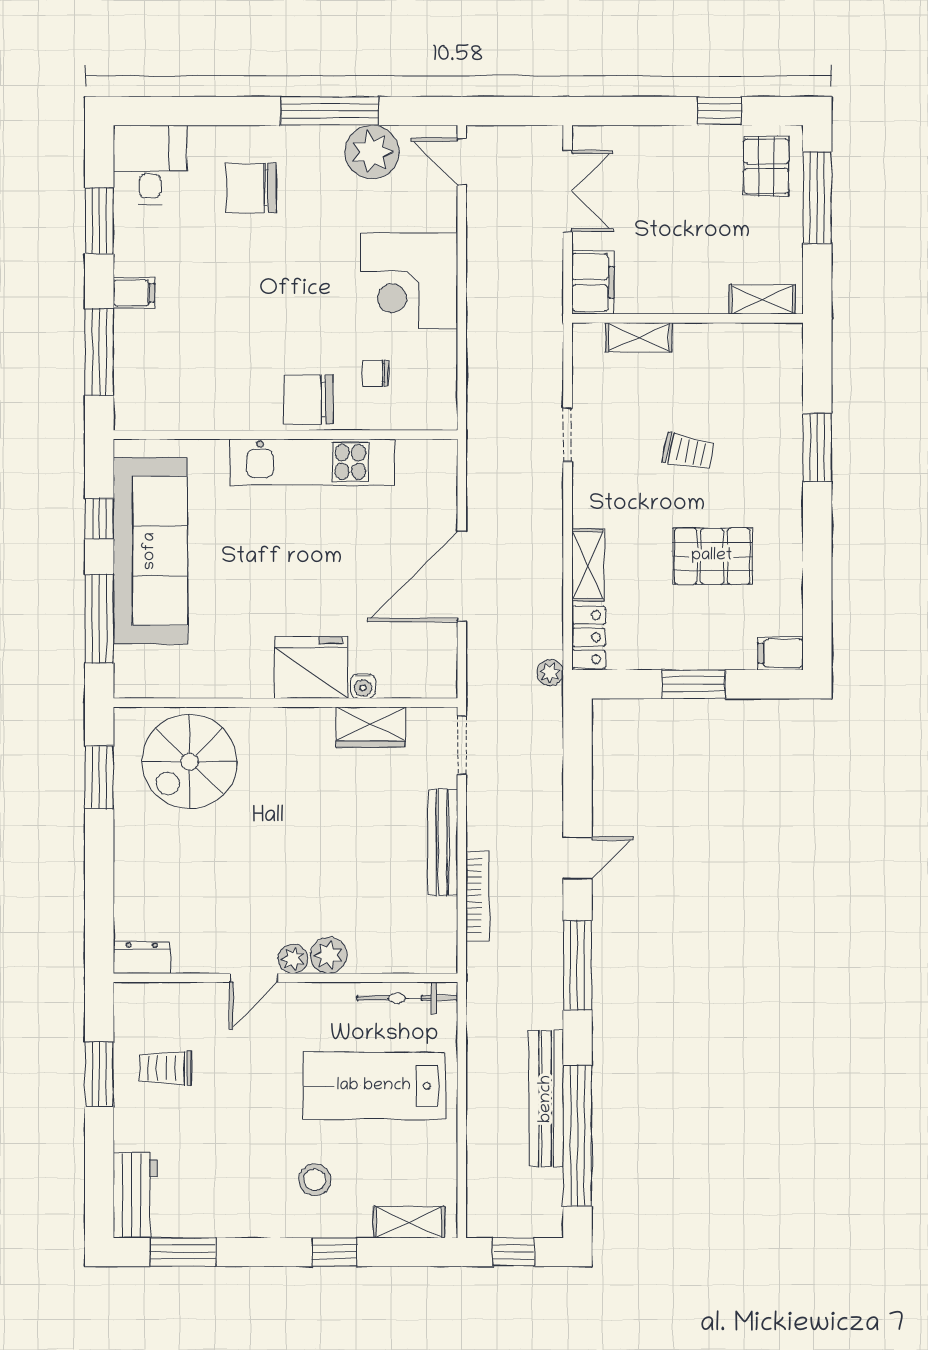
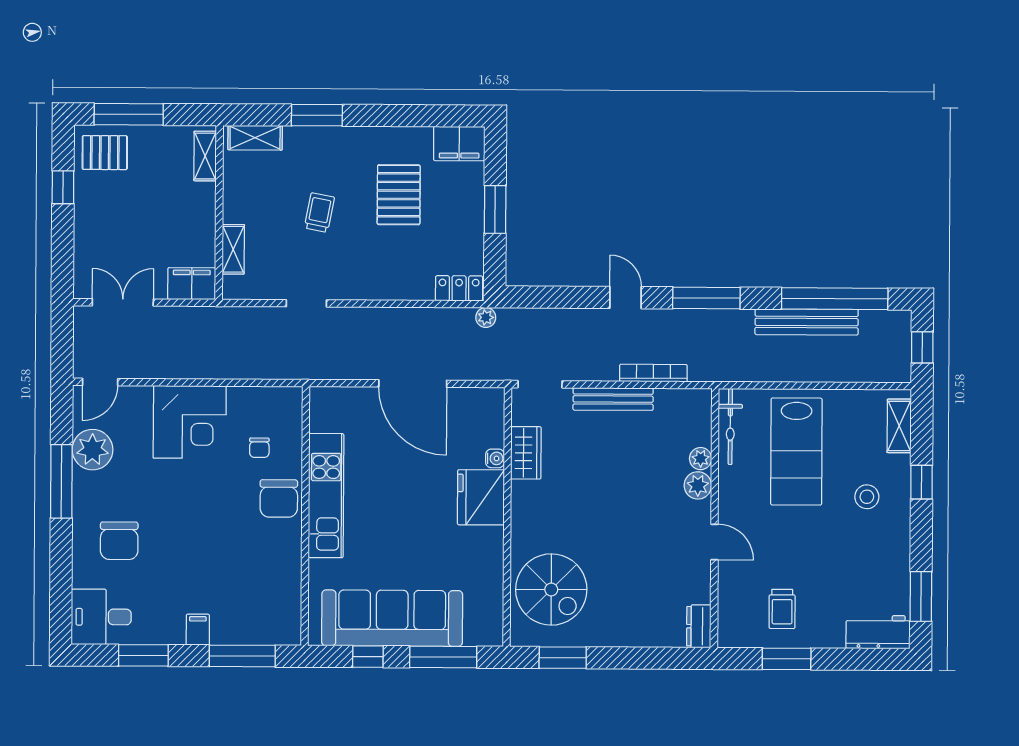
shelving: (588, 565) -> (255, 138), moved
filing cabinet: (781, 653) -> (459, 144), width x2.00
plant: (293, 959) -> (701, 459), moved

